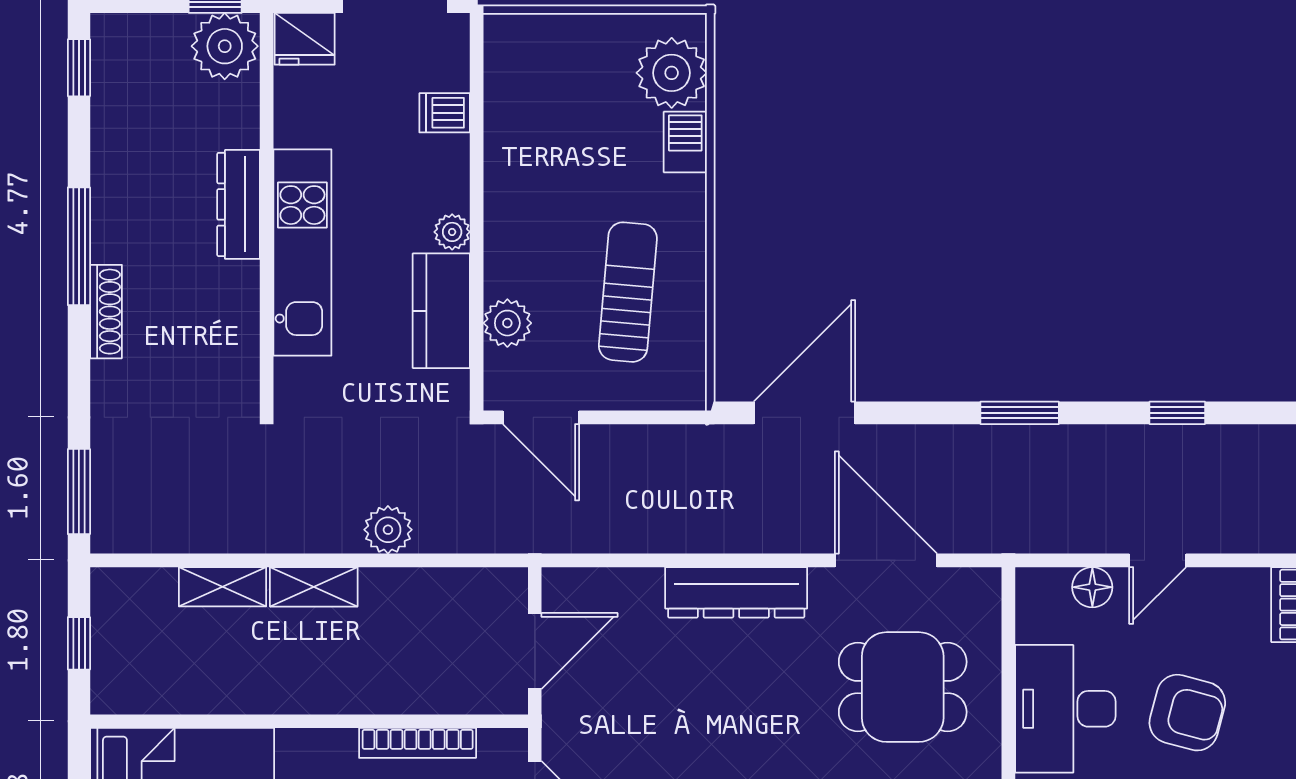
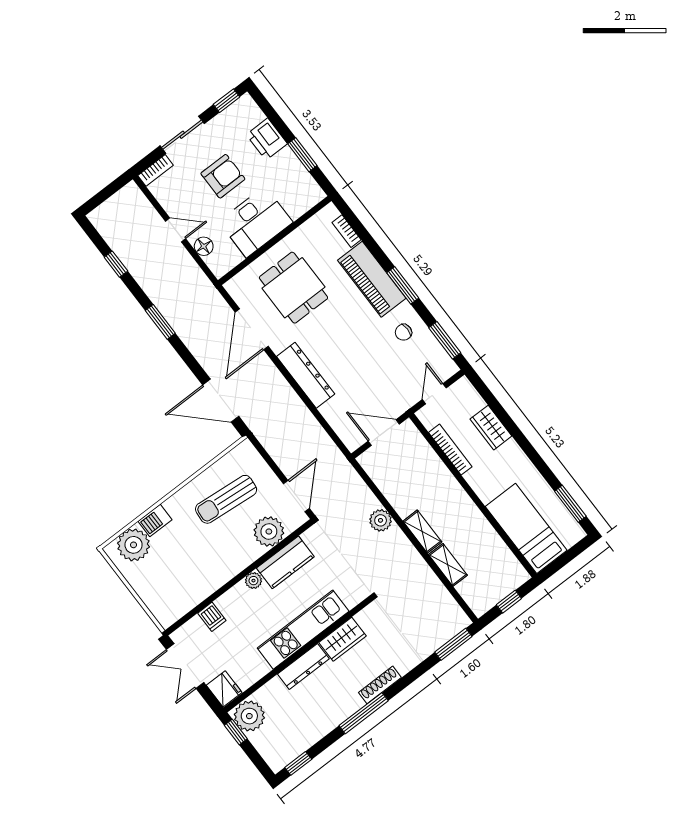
wardrobe: (234, 308) -> (343, 639), added
plant: (507, 323) -> (269, 532), width x1.36, depth x1.36
armchair: (1187, 713) -> (223, 176), turned 75

